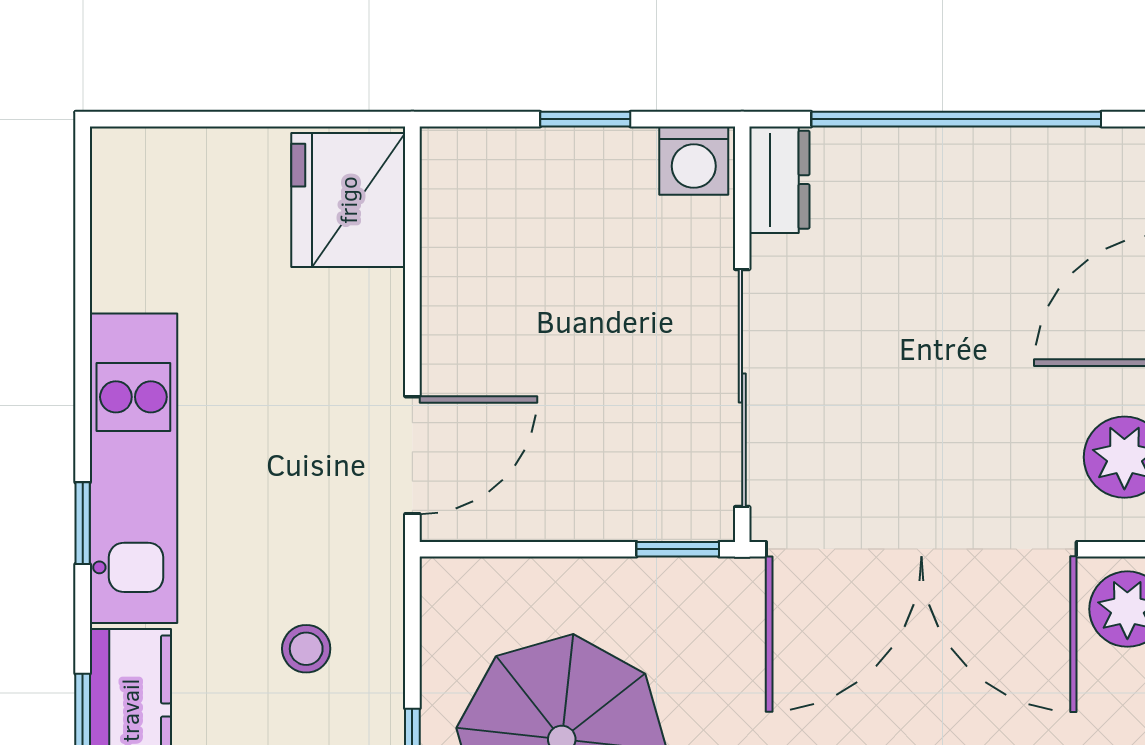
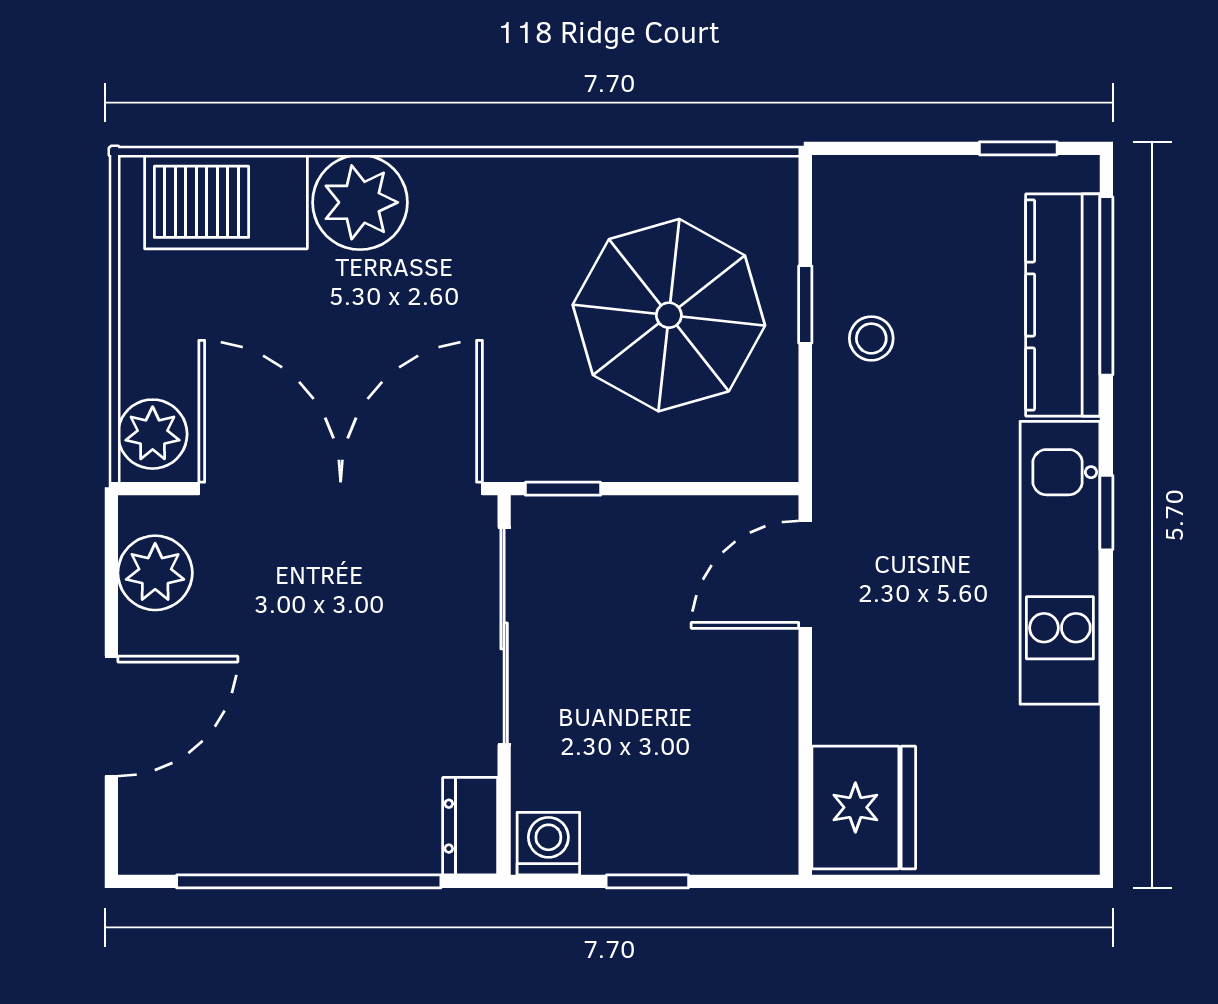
stool: (306, 649) -> (871, 338), moved

